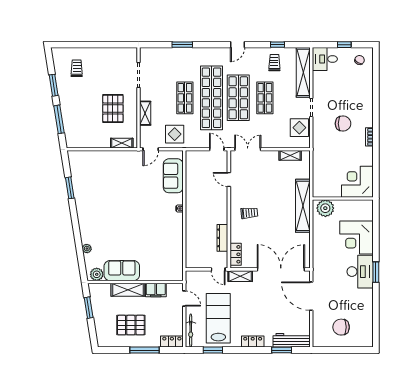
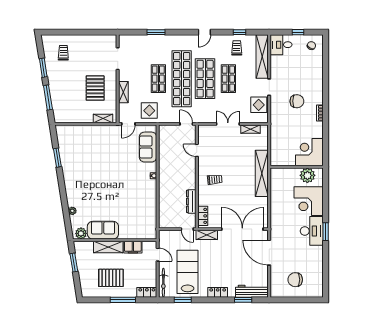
double door: (248, 149) -> (228, 124), moved
plant: (325, 208) -> (307, 175), moved

